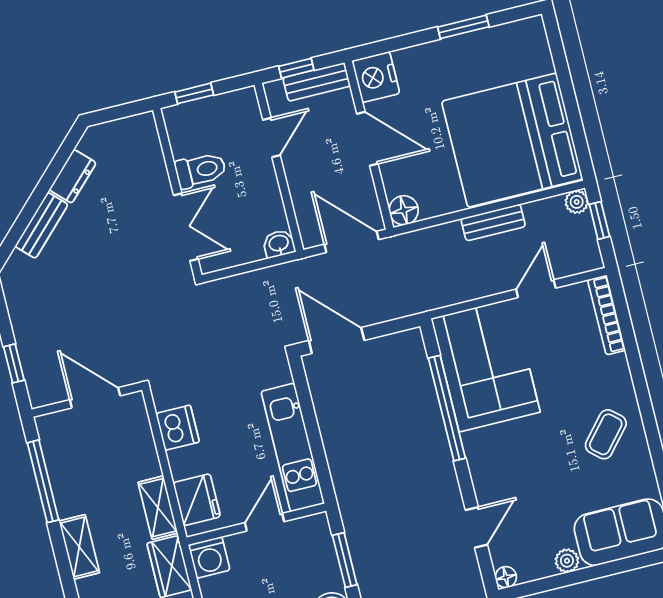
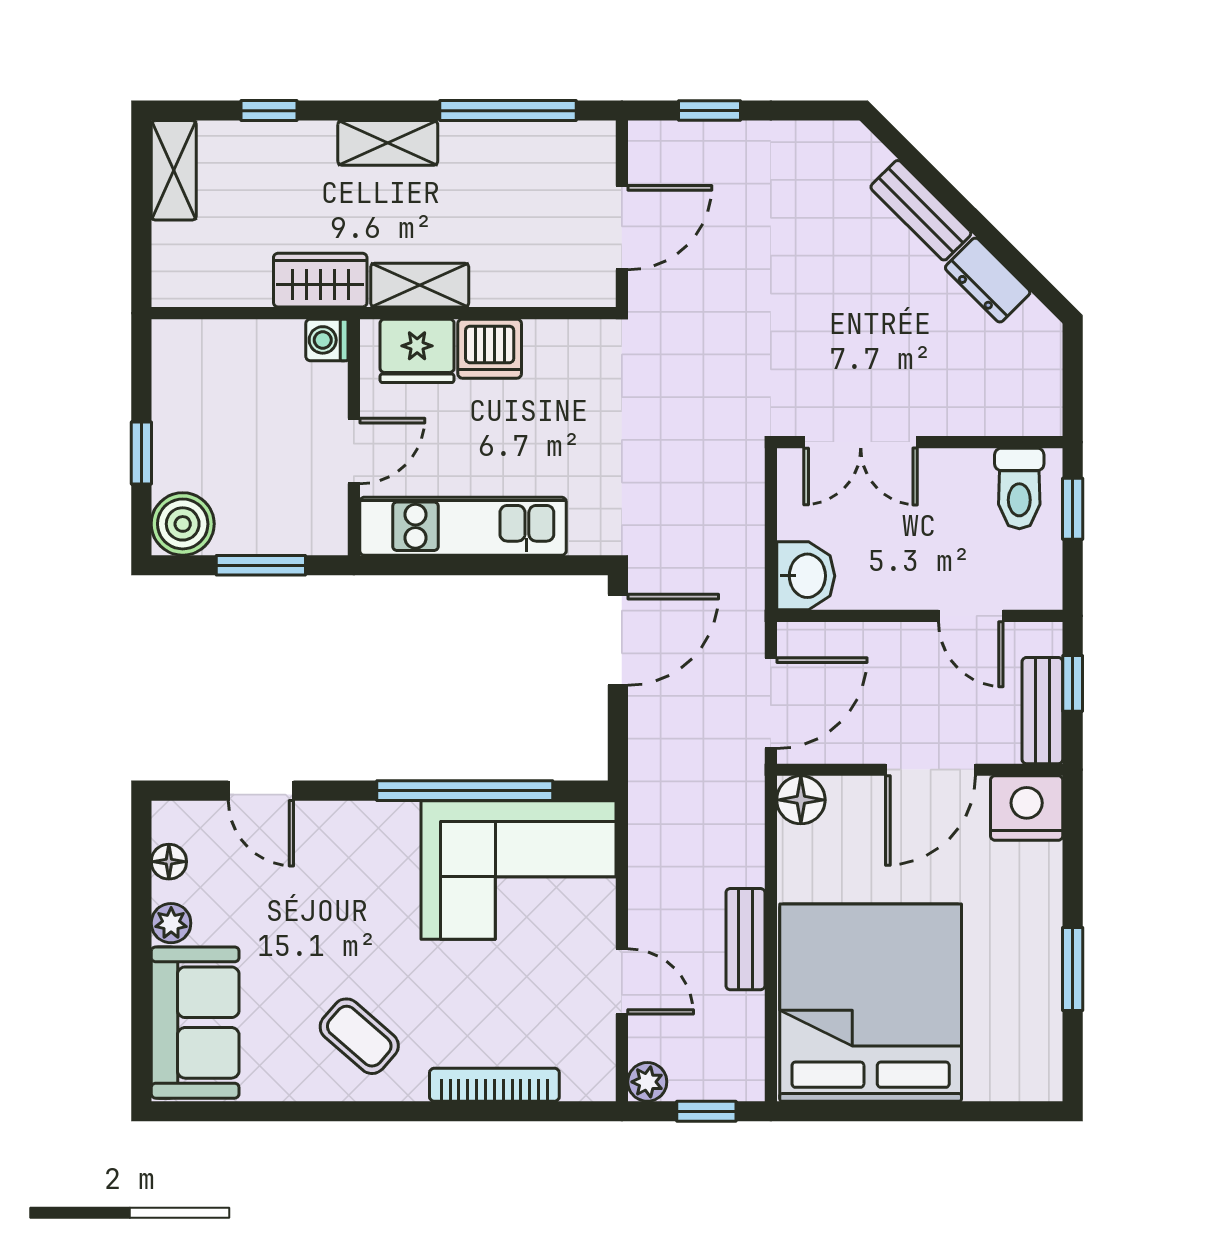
toilet: (201, 170) -> (1019, 488), moved
plant: (577, 202) -> (647, 1082), moved
washbasin: (279, 244) -> (806, 576), width x1.38, depth x1.45
bookcase: (606, 315) -> (494, 1085), moved
dishwasher: (178, 428) -> (490, 349), moved
door: (264, 522) -> (354, 451), hinge flipped
washing machine: (209, 557) -> (327, 340), width x0.73, depth x0.73
floor lamp: (506, 577) -> (169, 862), moved

